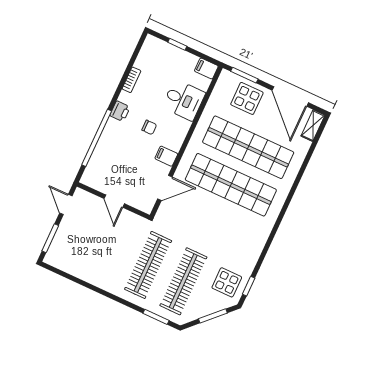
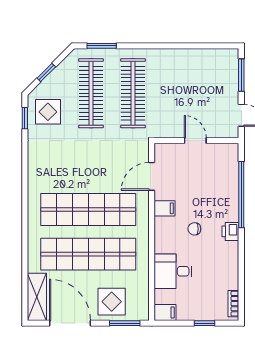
bookcase: (131, 80) -> (233, 304), moved
shelving: (313, 126) -> (37, 297), width x1.50, depth x1.33
window: (213, 316) -> (46, 73), width x0.67

